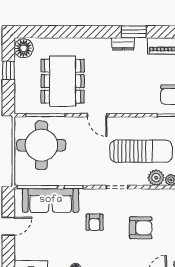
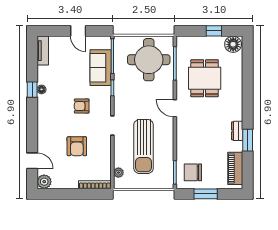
dining table: (63, 81) -> (205, 78), width x0.73
door: (97, 115) -> (175, 108), hinge flipped
plant: (156, 178) -> (120, 160), removed
sofa: (51, 200) -> (101, 68), width x0.73

